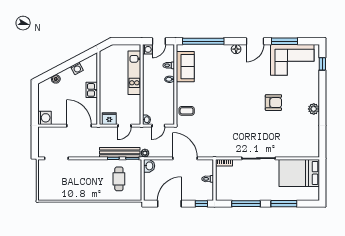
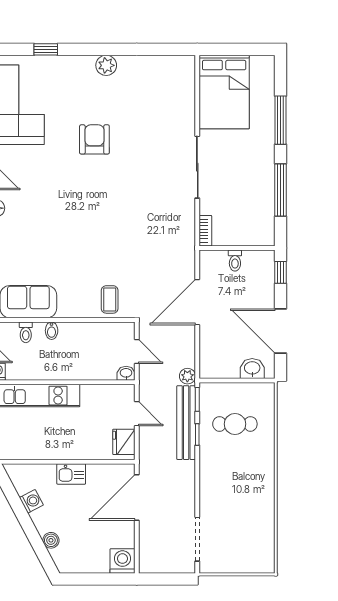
window: (322, 64) -> (46, 49), moved
washbasin: (149, 166) -> (252, 368), moved

